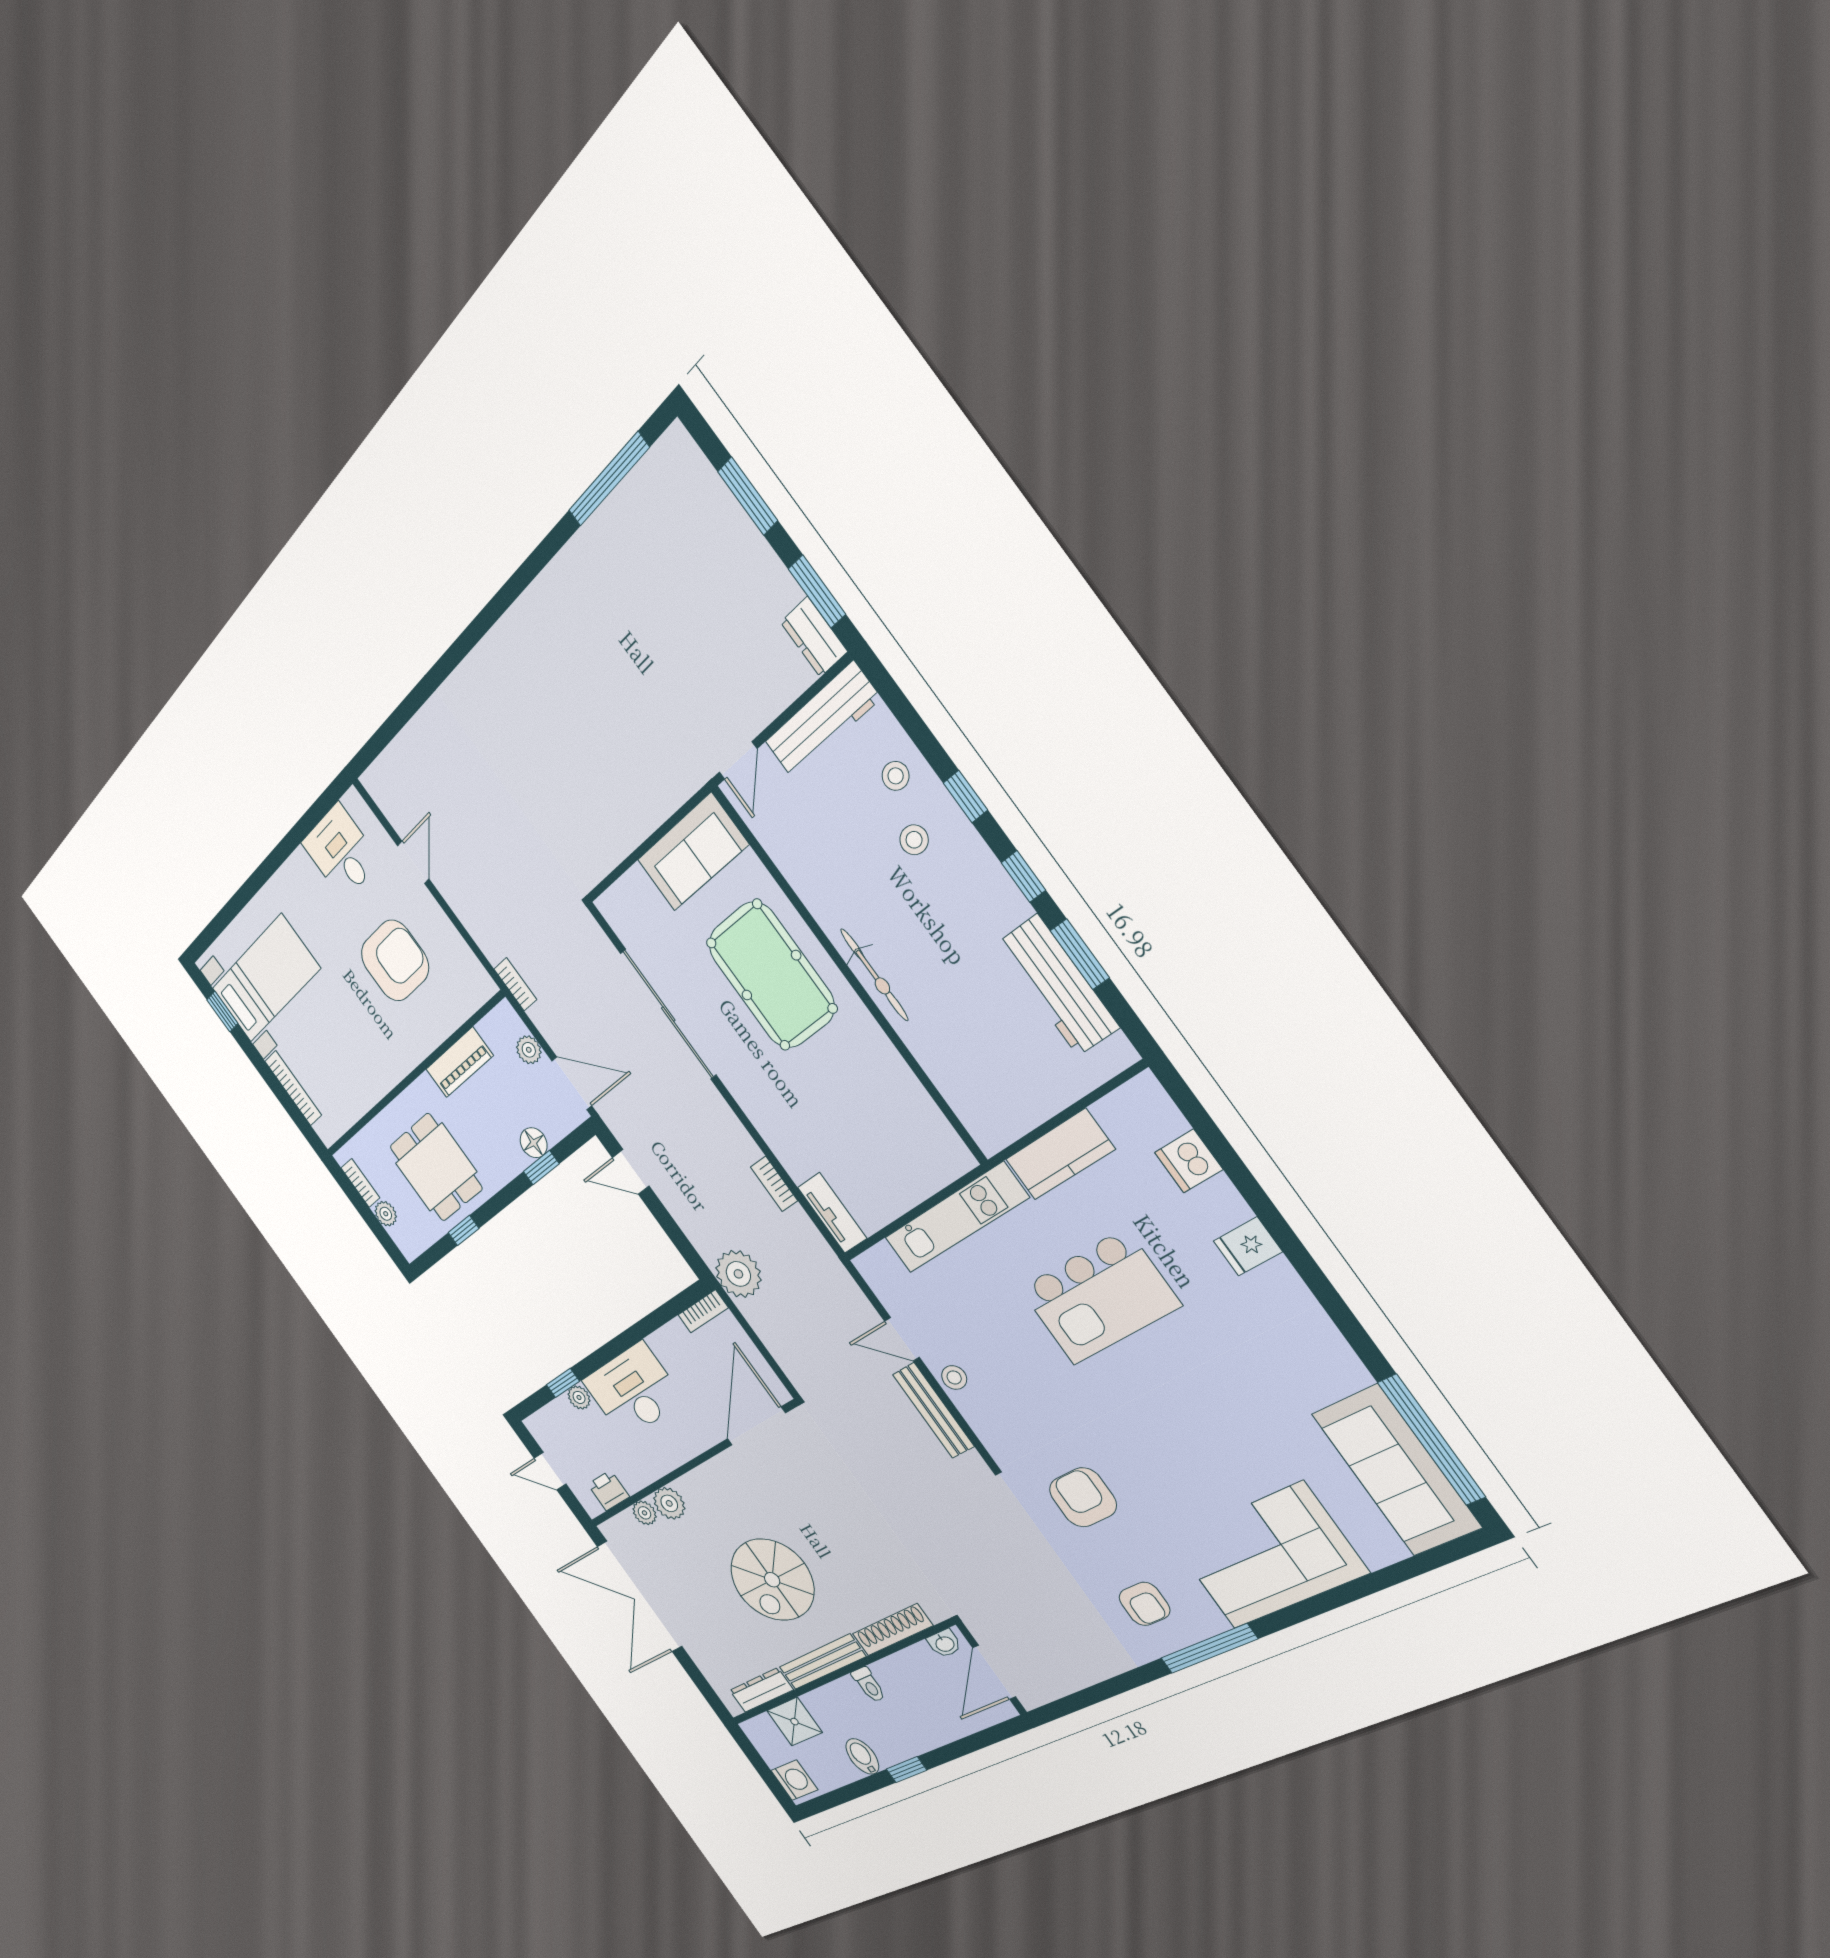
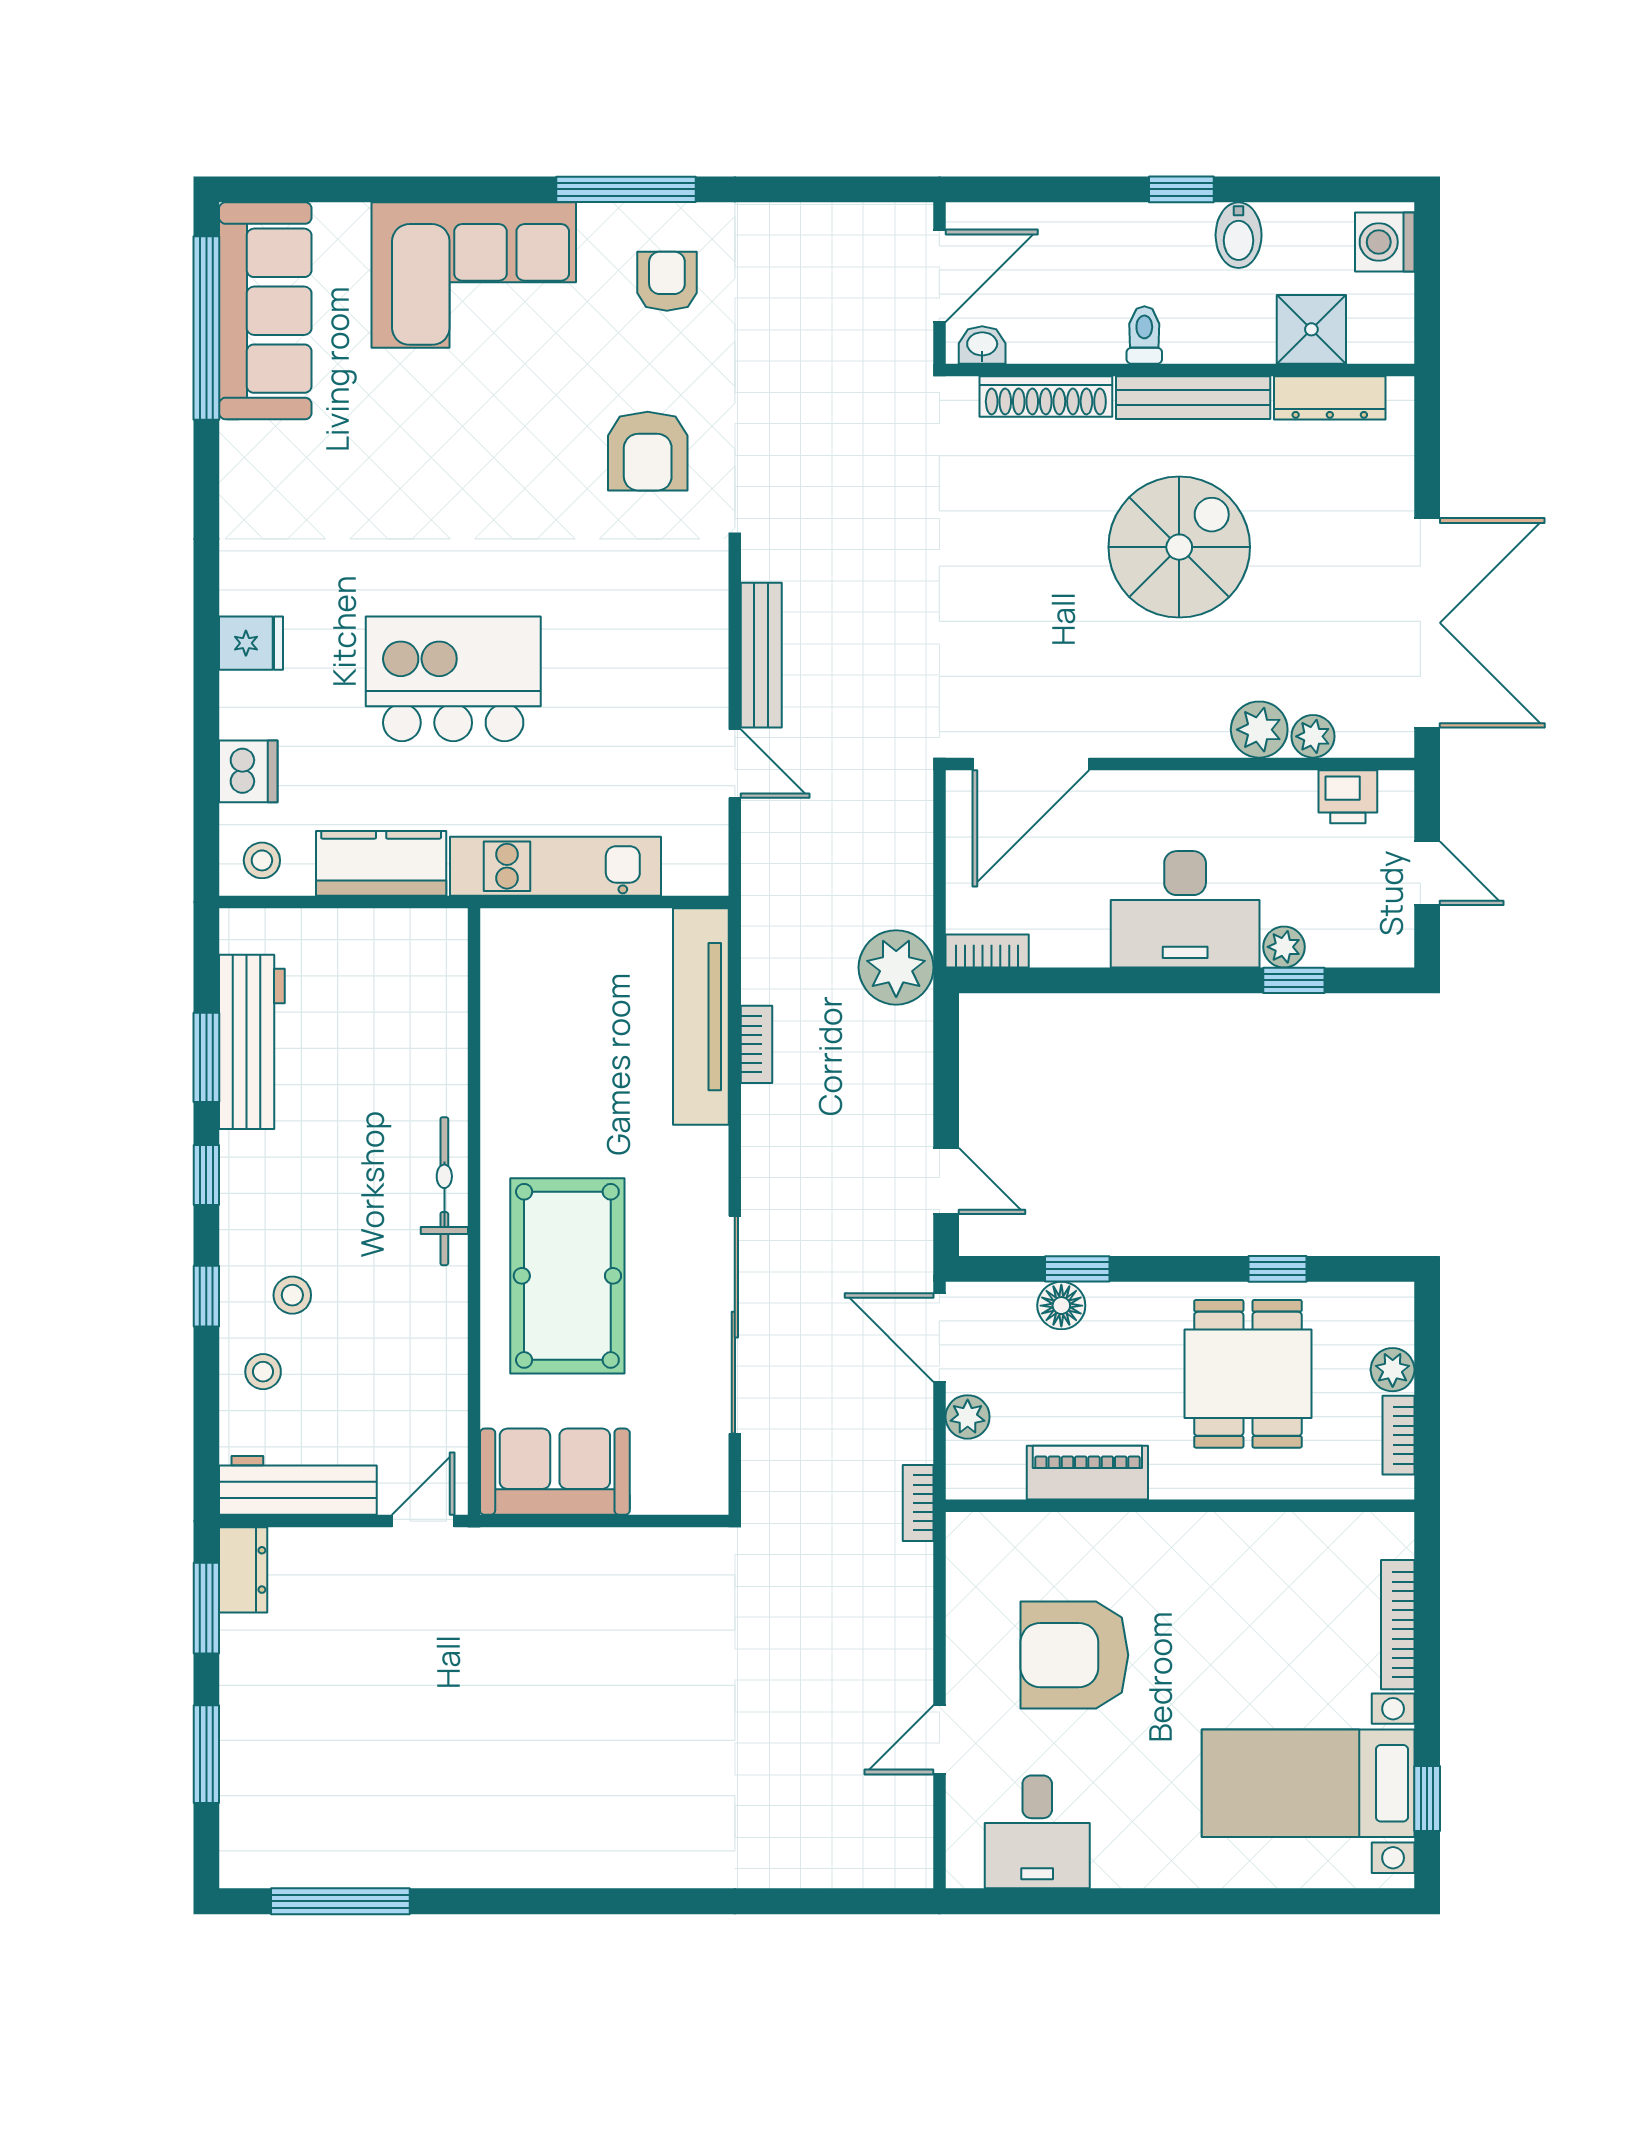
tv unit: (832, 1213) -> (701, 1017), width x1.92, depth x1.29
stool: (954, 1377) -> (262, 860), moved

